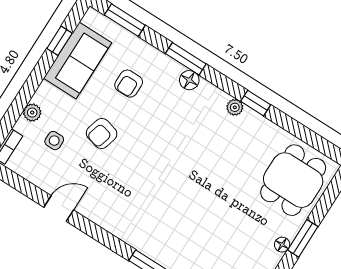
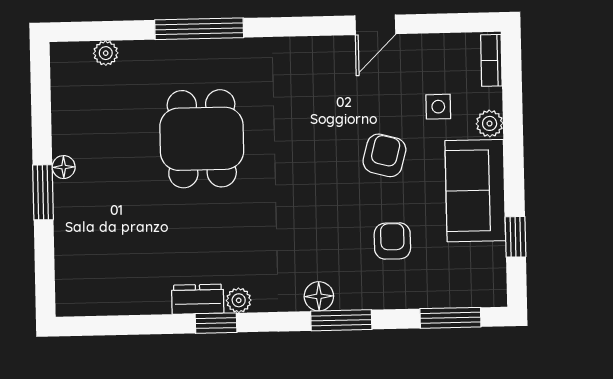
sofa: (78, 60) -> (475, 191), moved
dresser: (257, 123) -> (198, 299), added
dining table: (293, 180) -> (202, 139), moved

